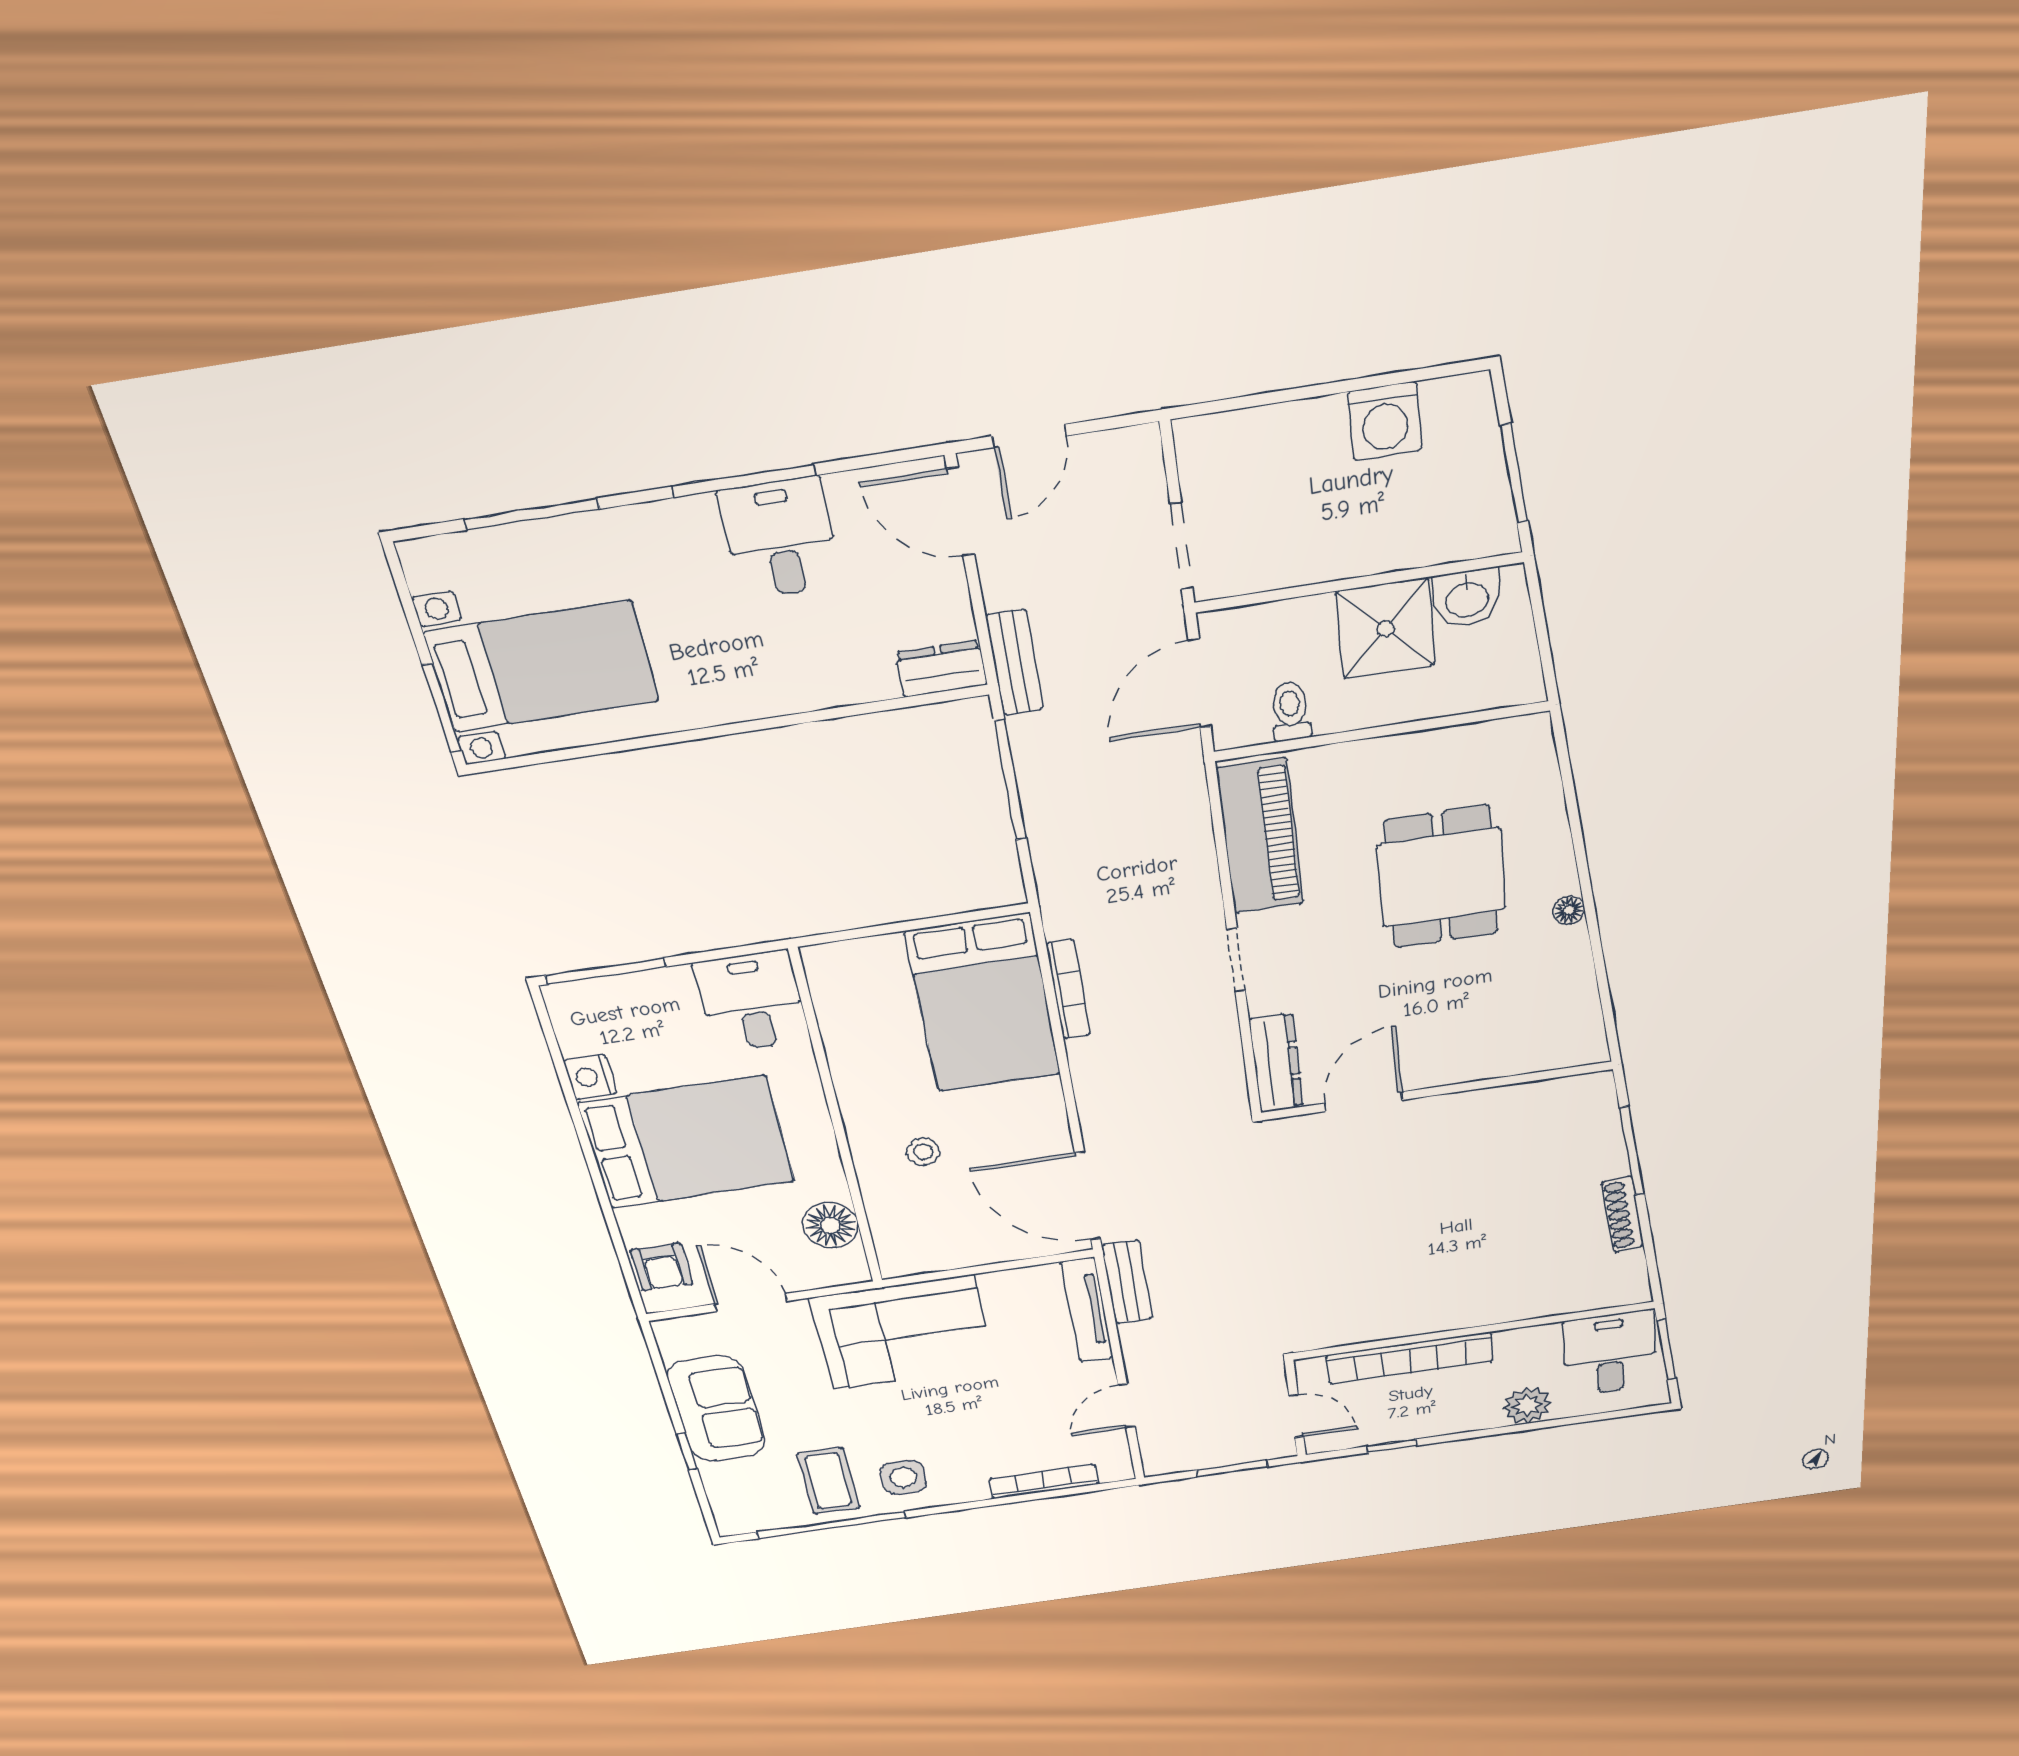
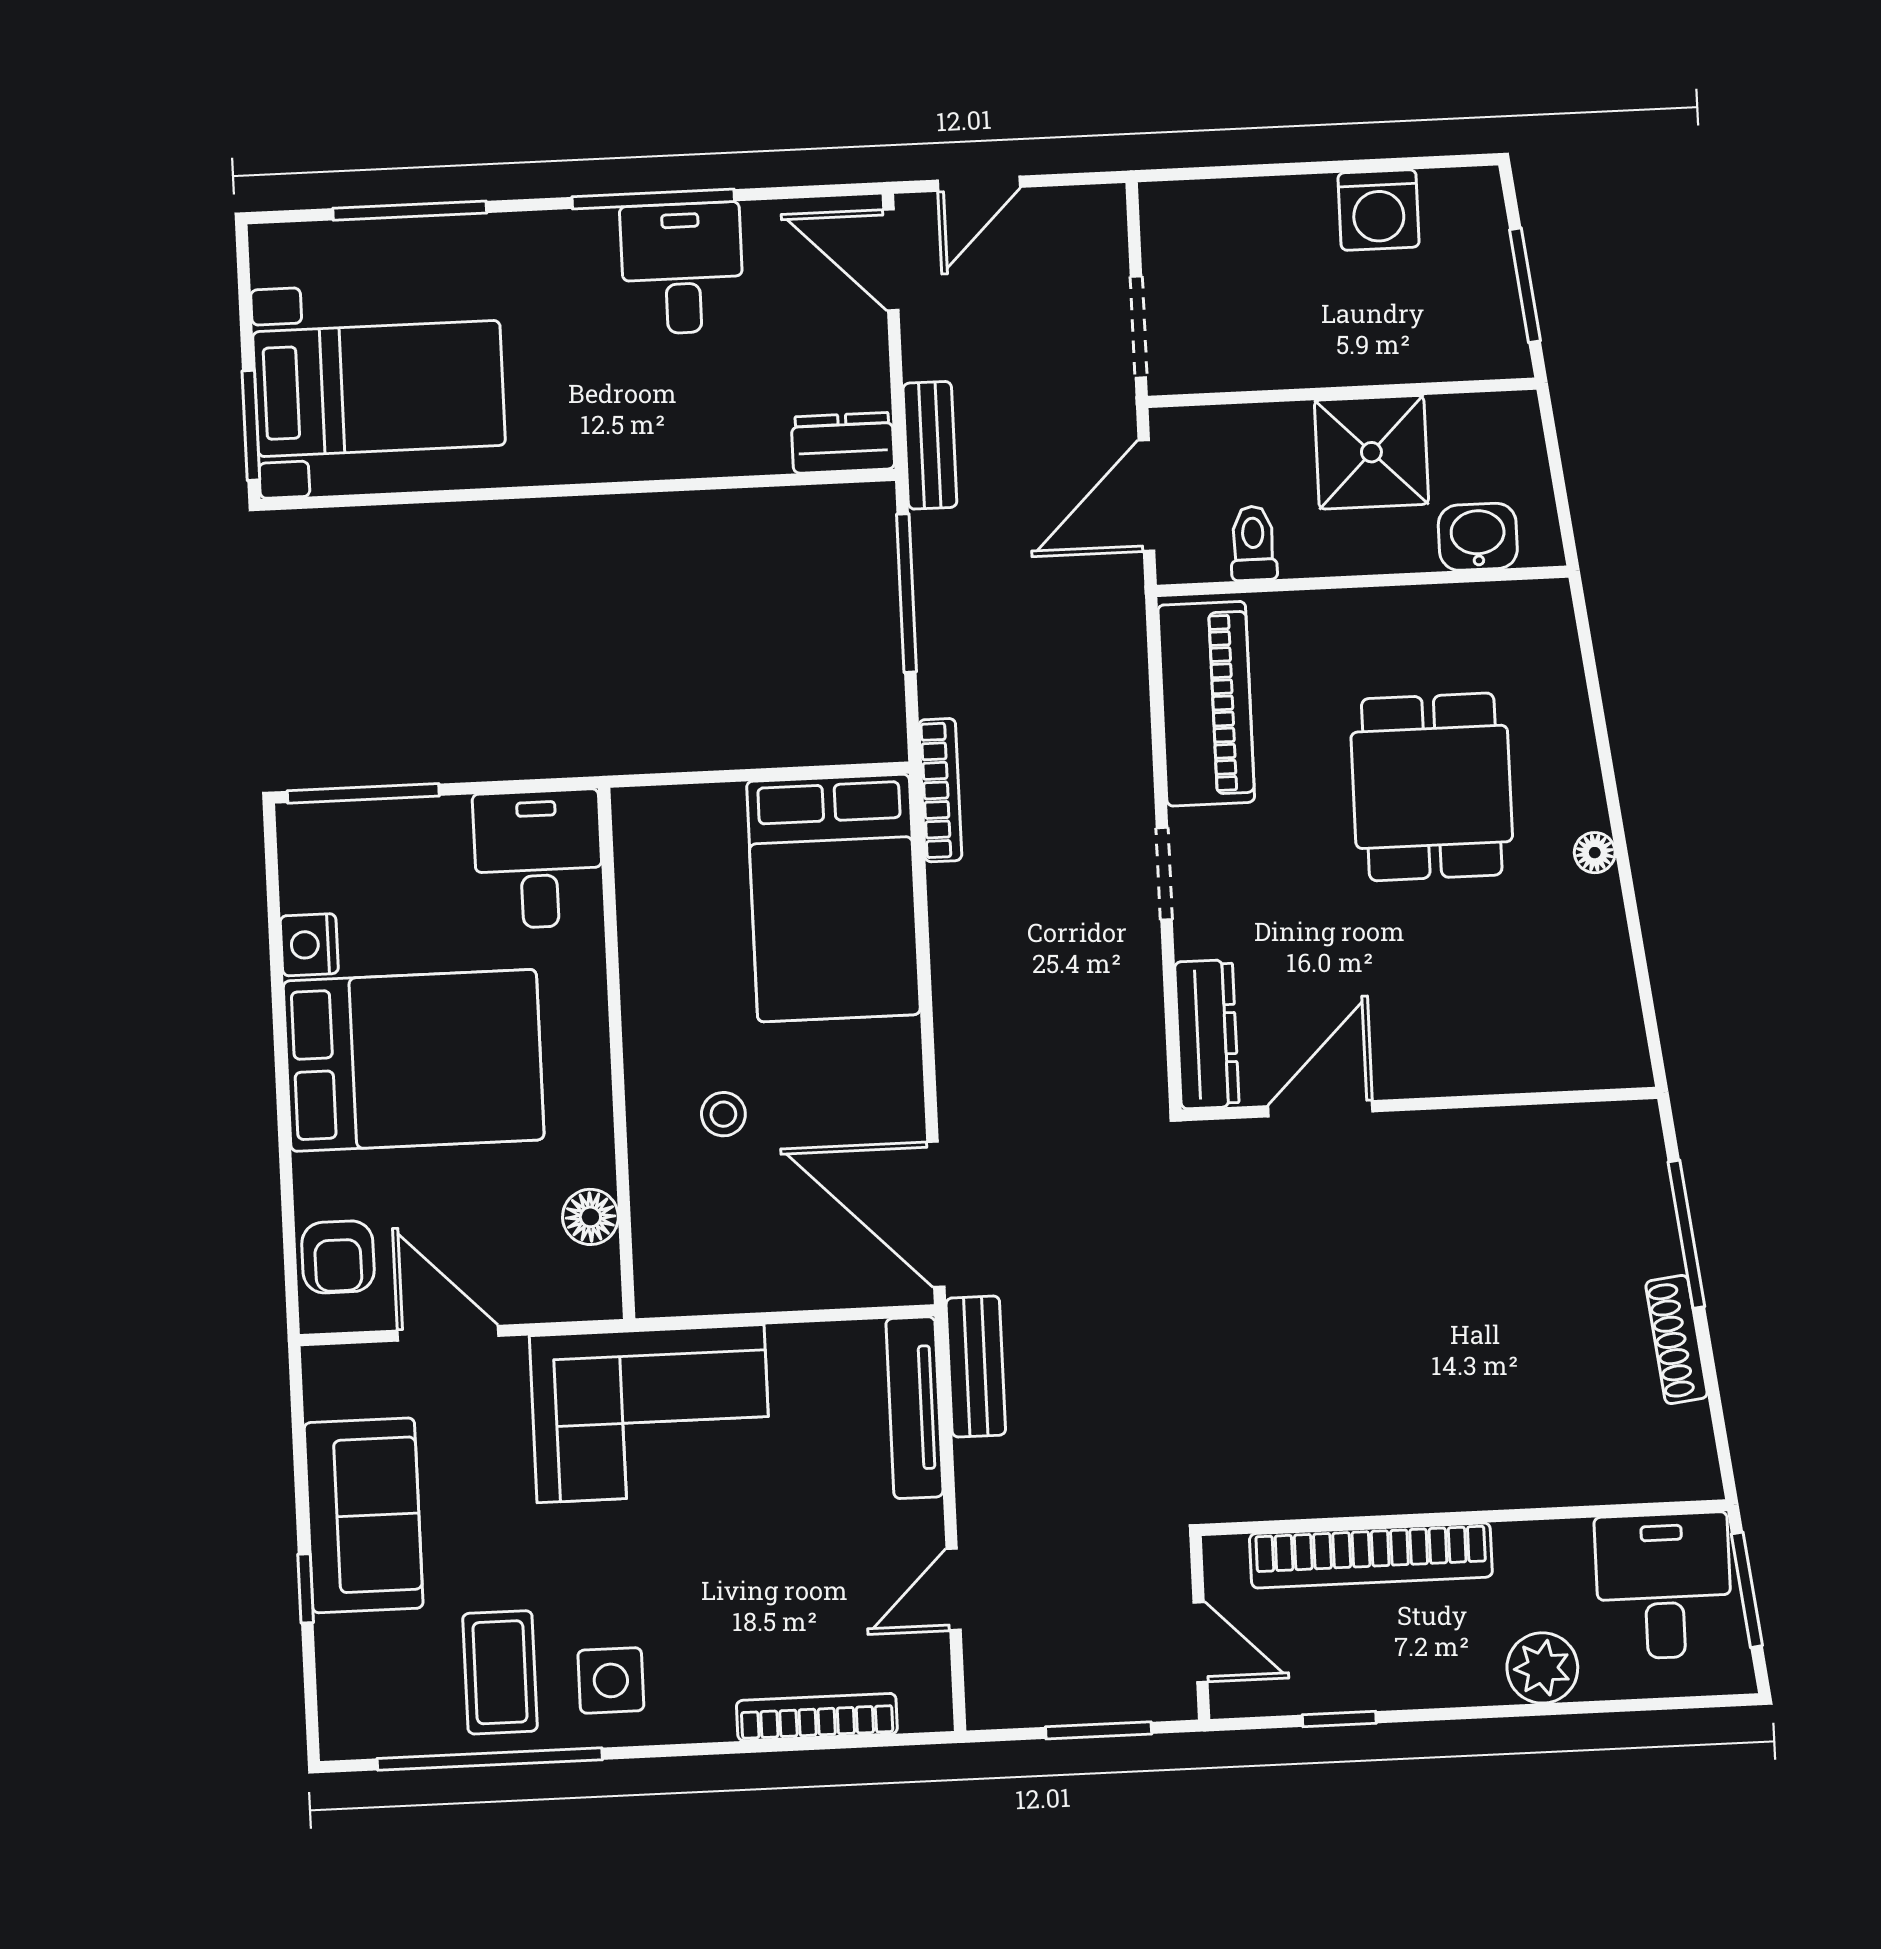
washbasin: (1467, 598) -> (1478, 537), moved, turned 180
bookcase: (1068, 989) -> (940, 790), moved
floor lamp: (830, 1225) -> (590, 1217), width x0.73, depth x0.73

